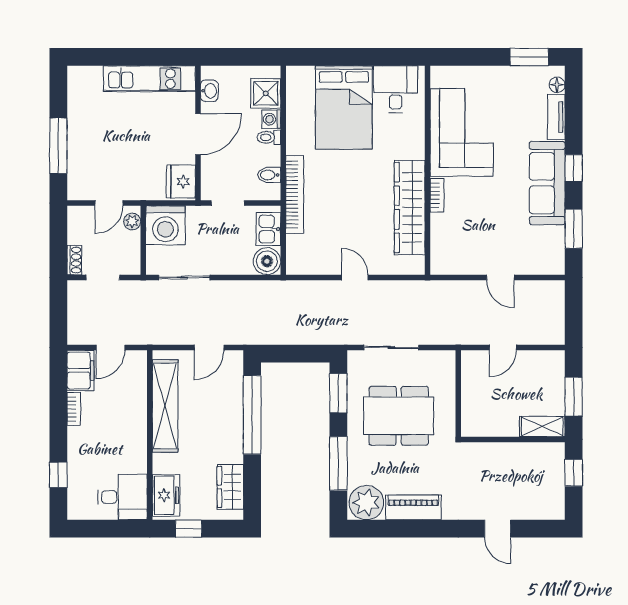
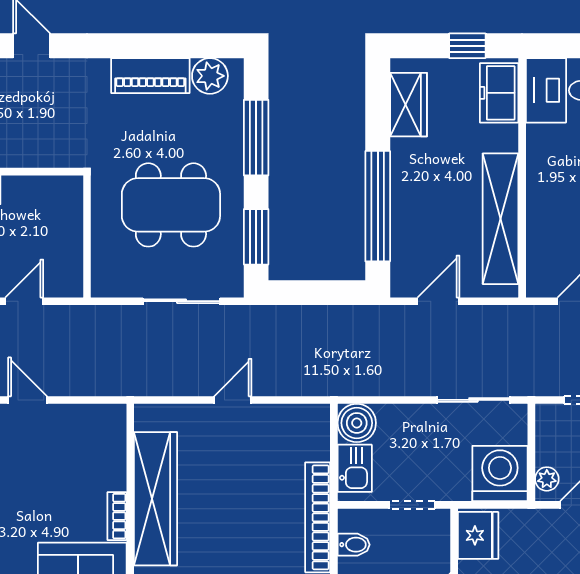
door: (355, 277) -> (233, 400), swing flipped
plant: (366, 503) -> (210, 76), width x0.73, depth x0.73

